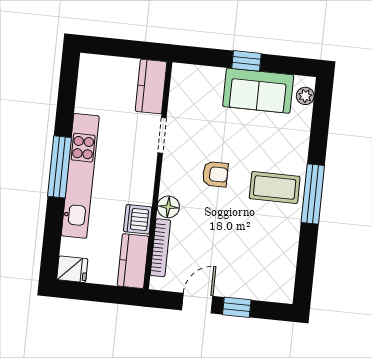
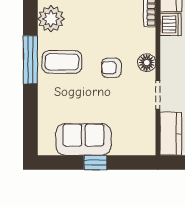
plant: (305, 96) -> (51, 19), moved, width x1.88, depth x1.88
floor lamp: (168, 207) -> (147, 63), moved

